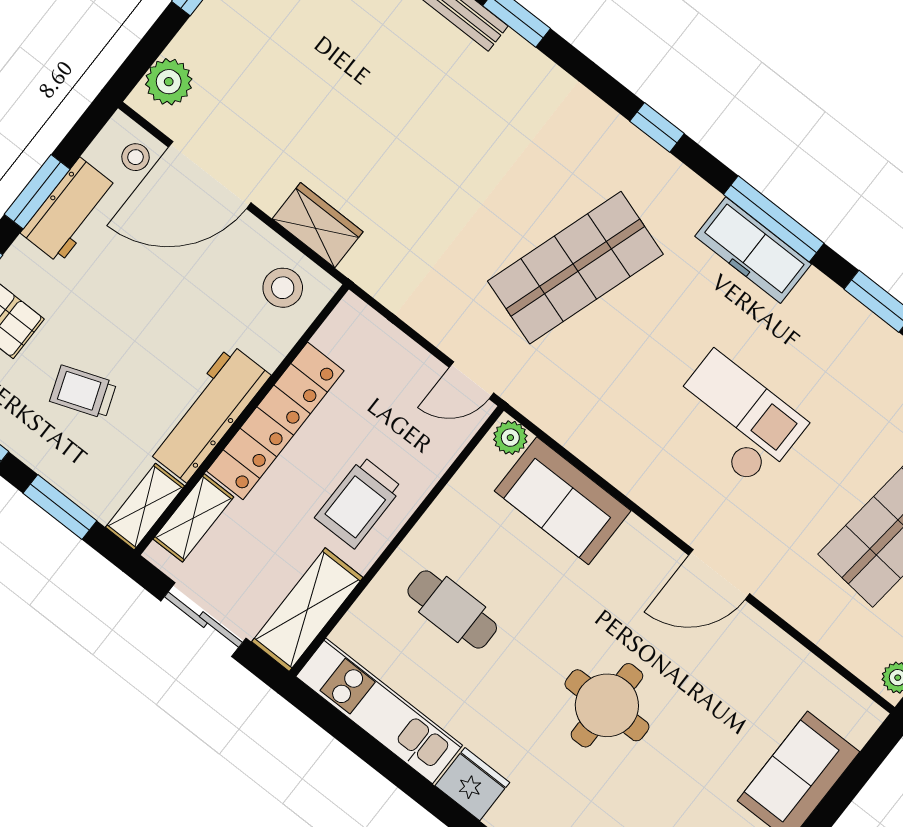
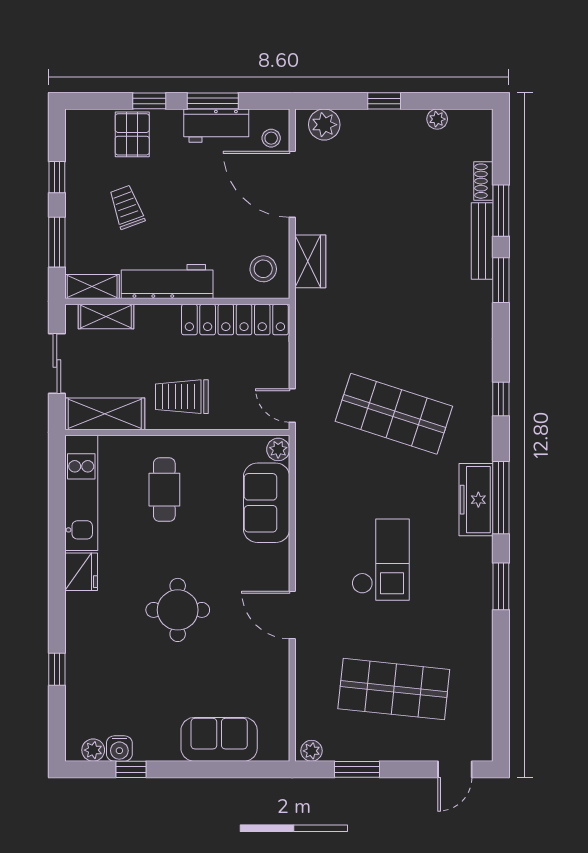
locker: (275, 421) -> (235, 320), moved

